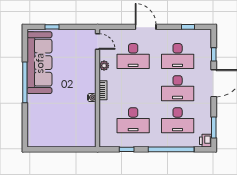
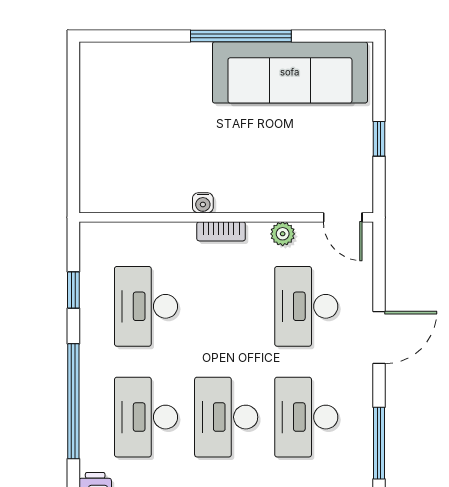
window: (52, 27) -> (379, 139), moved
window: (188, 27) -> (379, 443), width x2.17
door: (98, 41) -> (343, 217), hinge flipped

